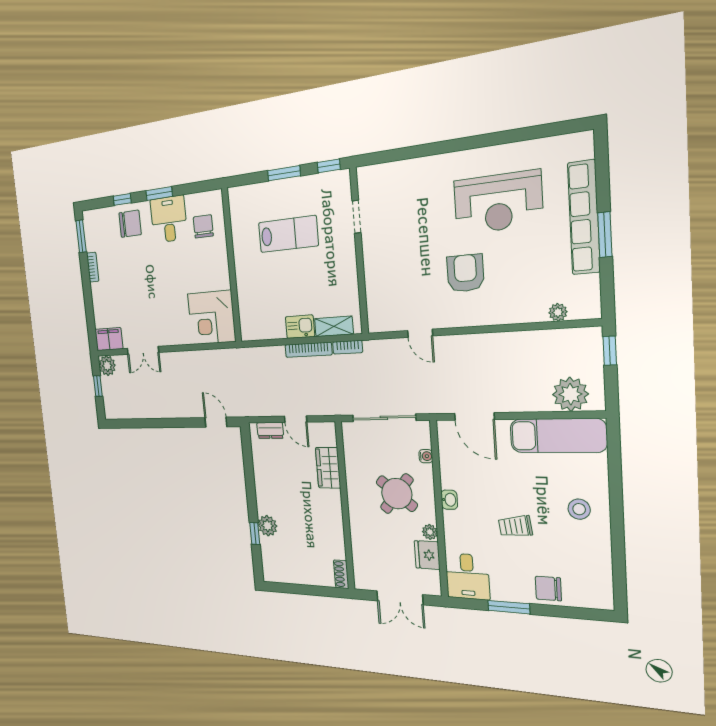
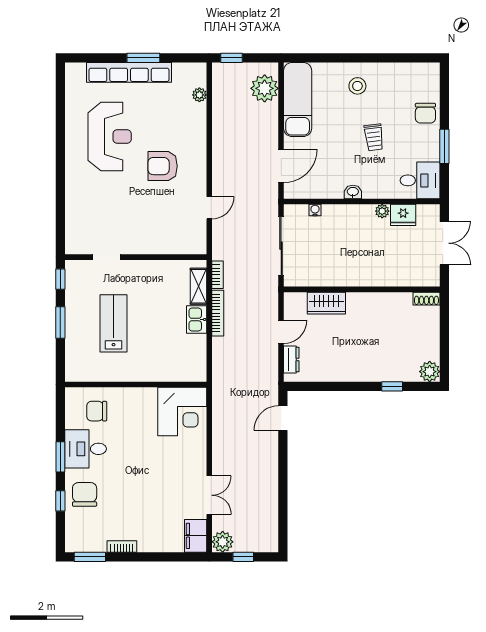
round table: (397, 494) -> (349, 239), removed
plant: (268, 526) -> (430, 372), moved

